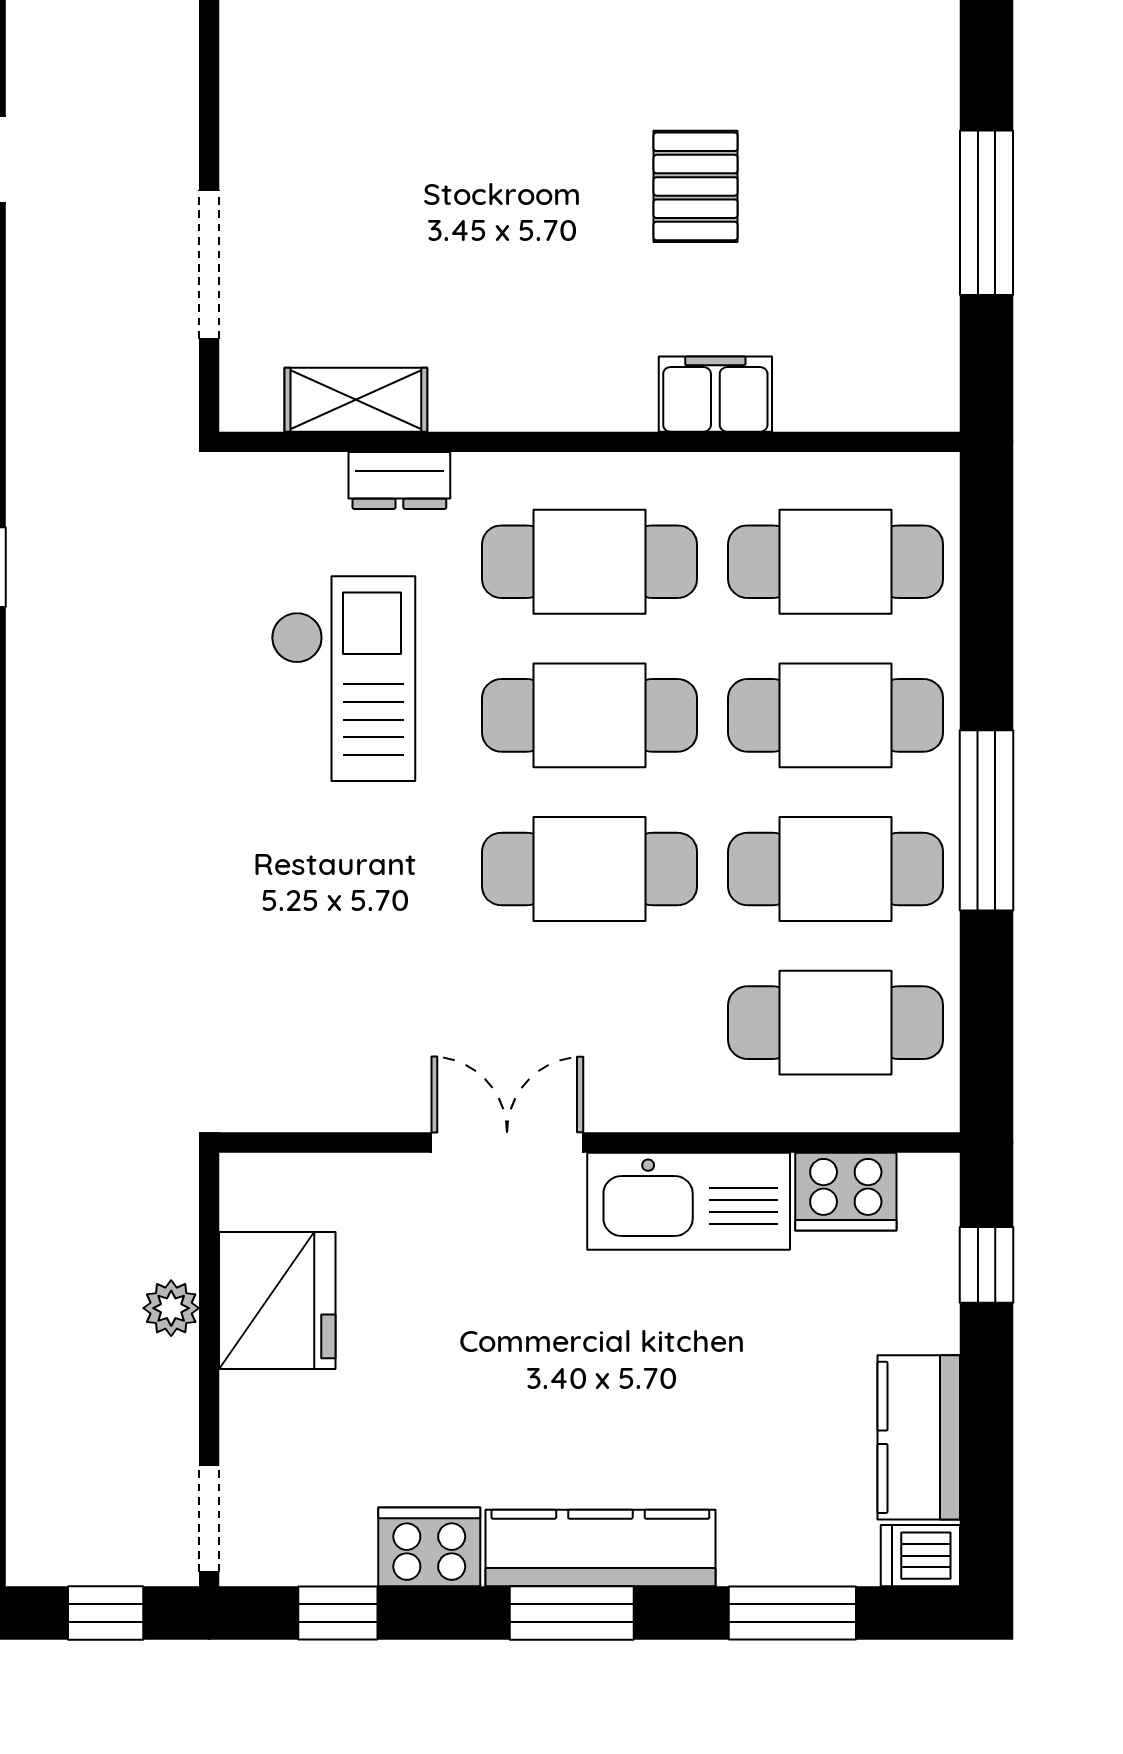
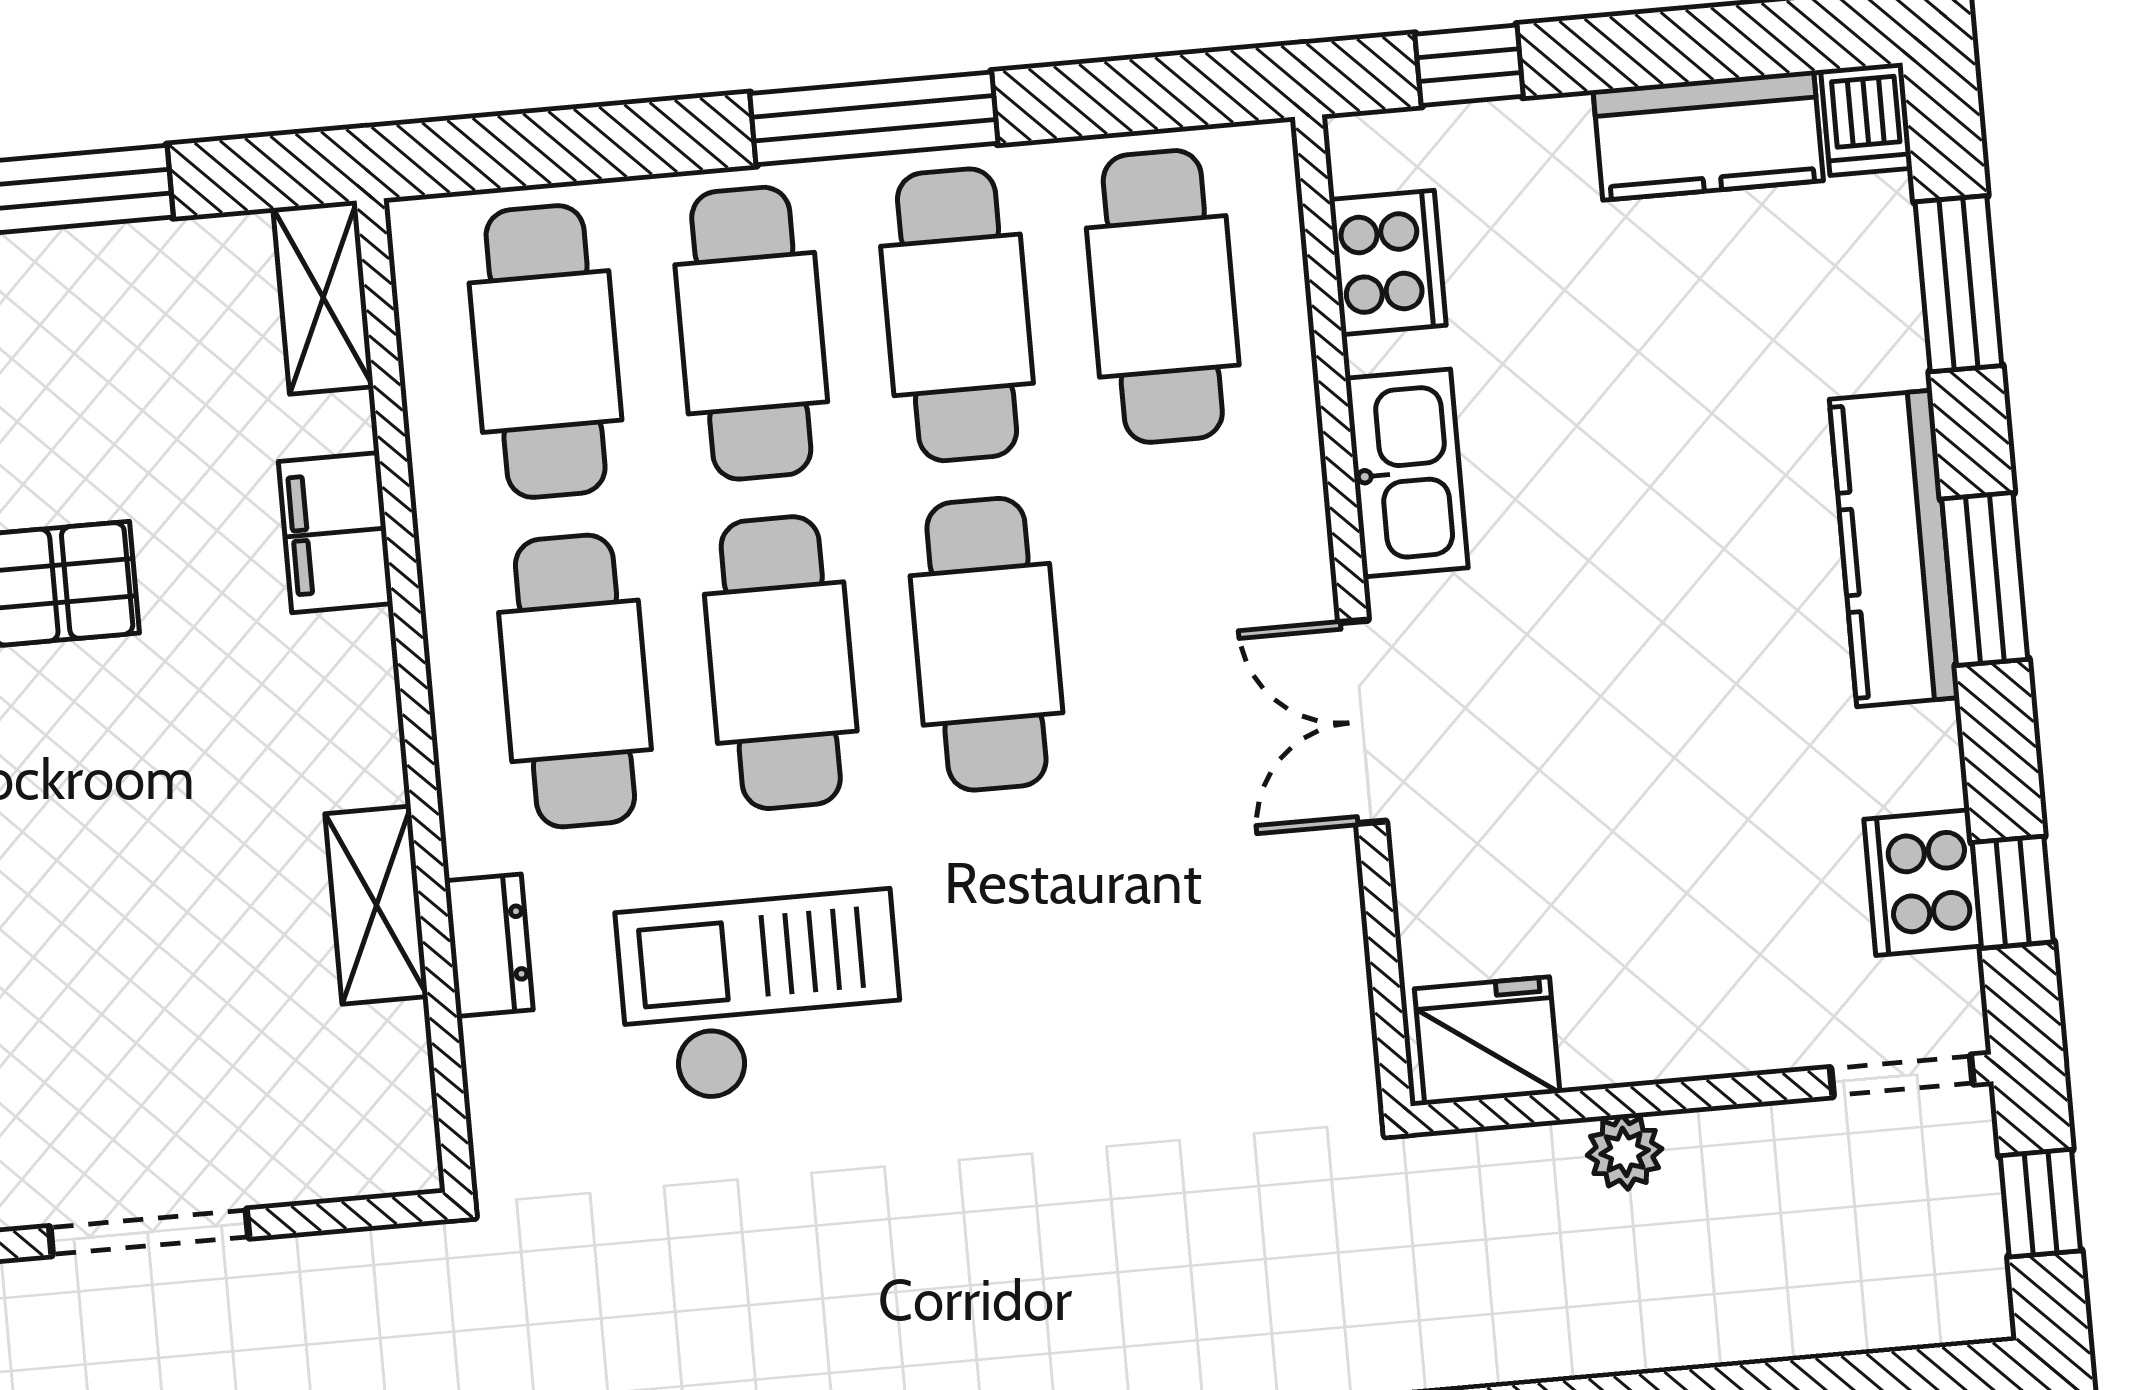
doorway: (209, 264) -> (149, 1232), moved
shelving: (356, 400) -> (376, 905), moved
shelving: (890, 401) -> (323, 297), added
kitchen sink: (689, 1201) -> (1407, 473), width x0.73, depth x0.81
fridge: (277, 1301) -> (1487, 1041), moved, width x0.73, depth x0.75
cooker: (429, 1547) -> (1923, 883), moved

